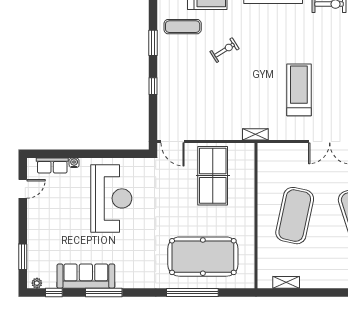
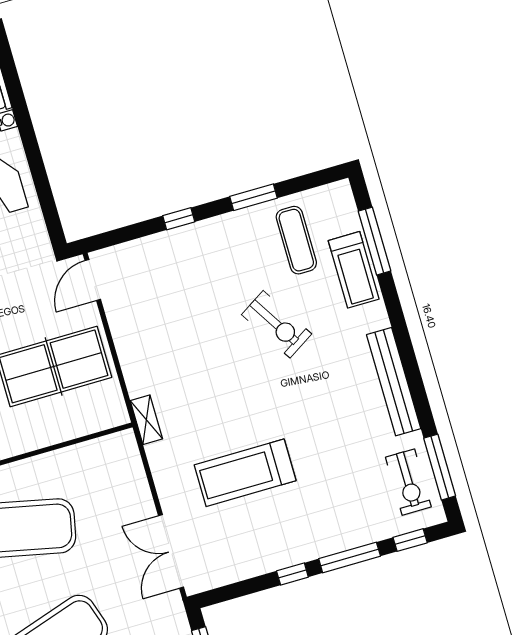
exercise bike: (224, 50) -> (277, 324), width x1.38, depth x1.39
treadmill: (299, 90) -> (245, 473), turned 180

